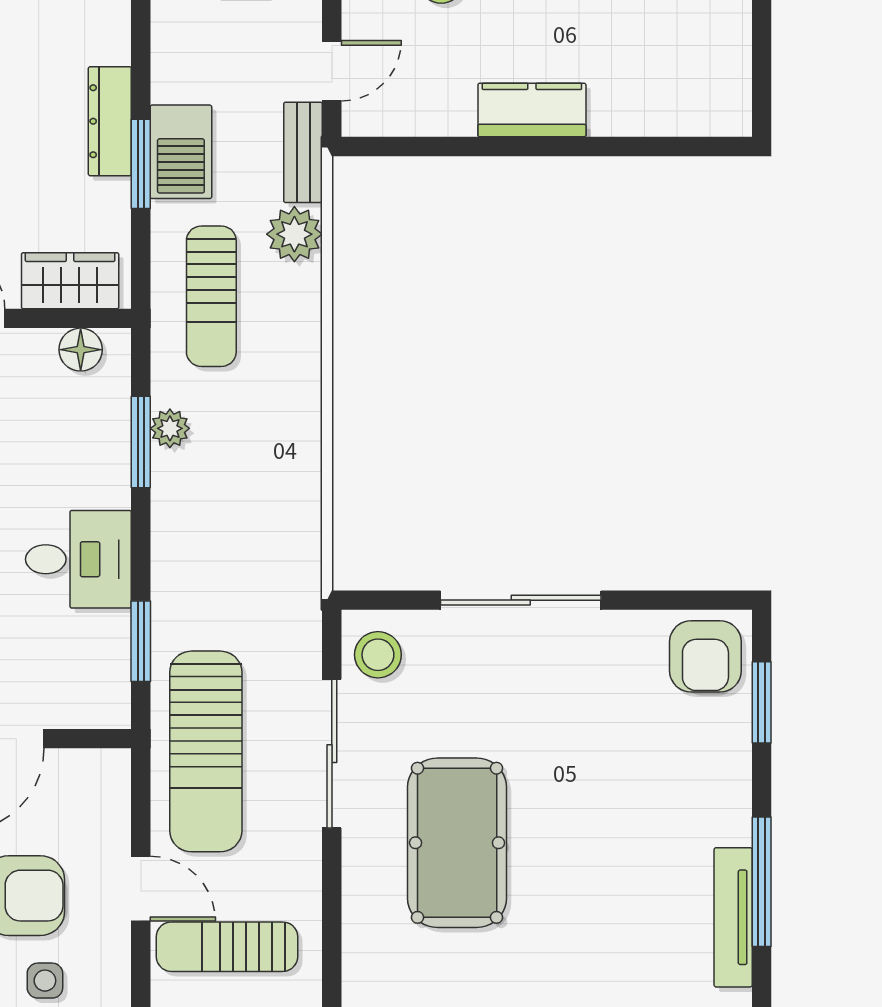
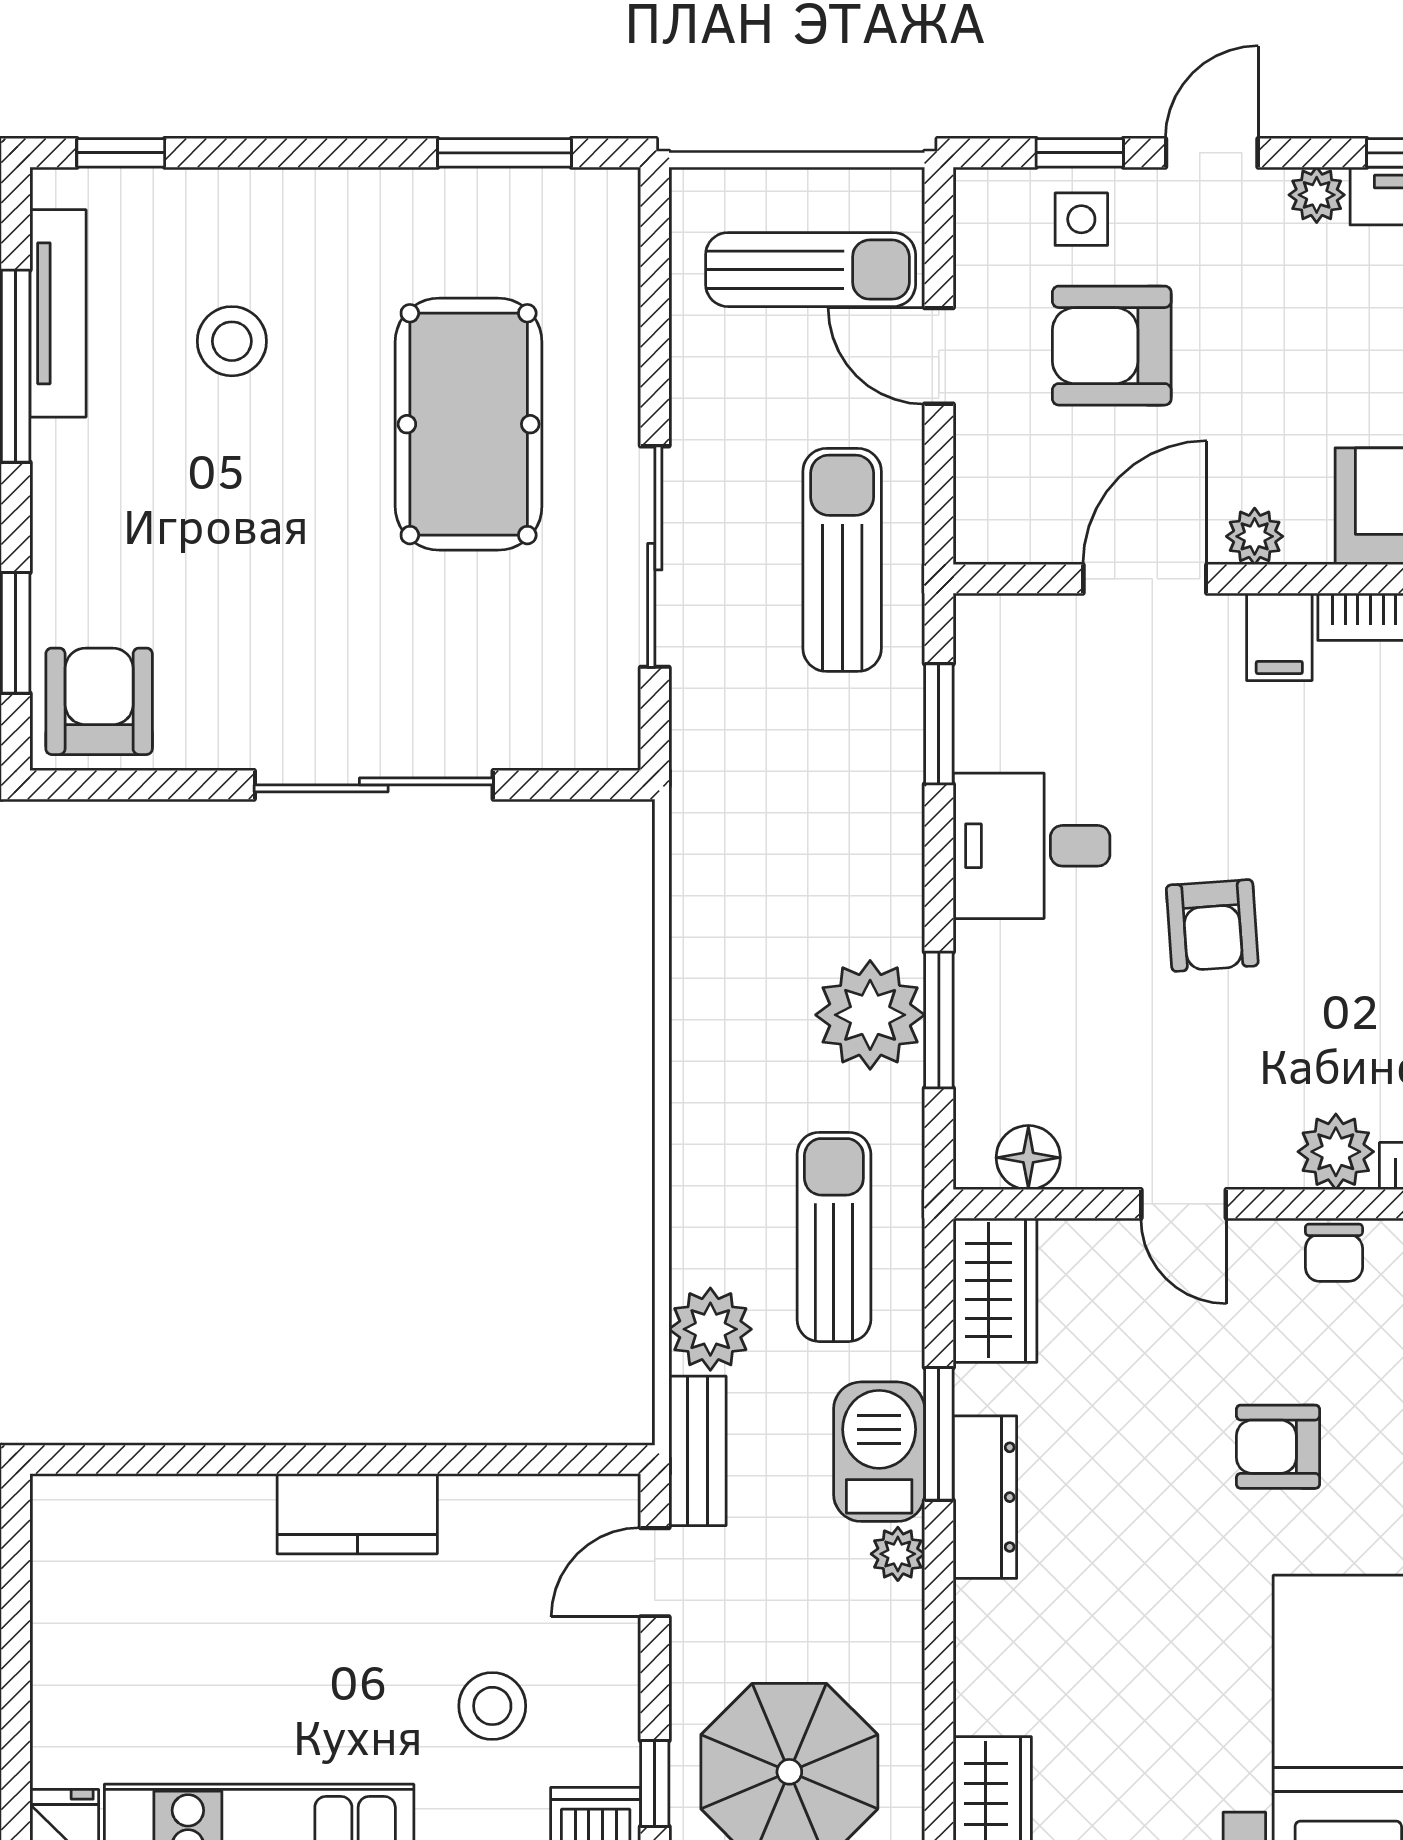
plant: (168, 83) -> (898, 1554), added
wardrobe: (70, 281) -> (995, 1290), moved, turned -90
plant: (170, 428) -> (870, 1015), width x1.87, depth x1.87
stool: (378, 655) -> (232, 341), moved
sun lounger: (206, 751) -> (842, 560), width x0.73, depth x0.75

